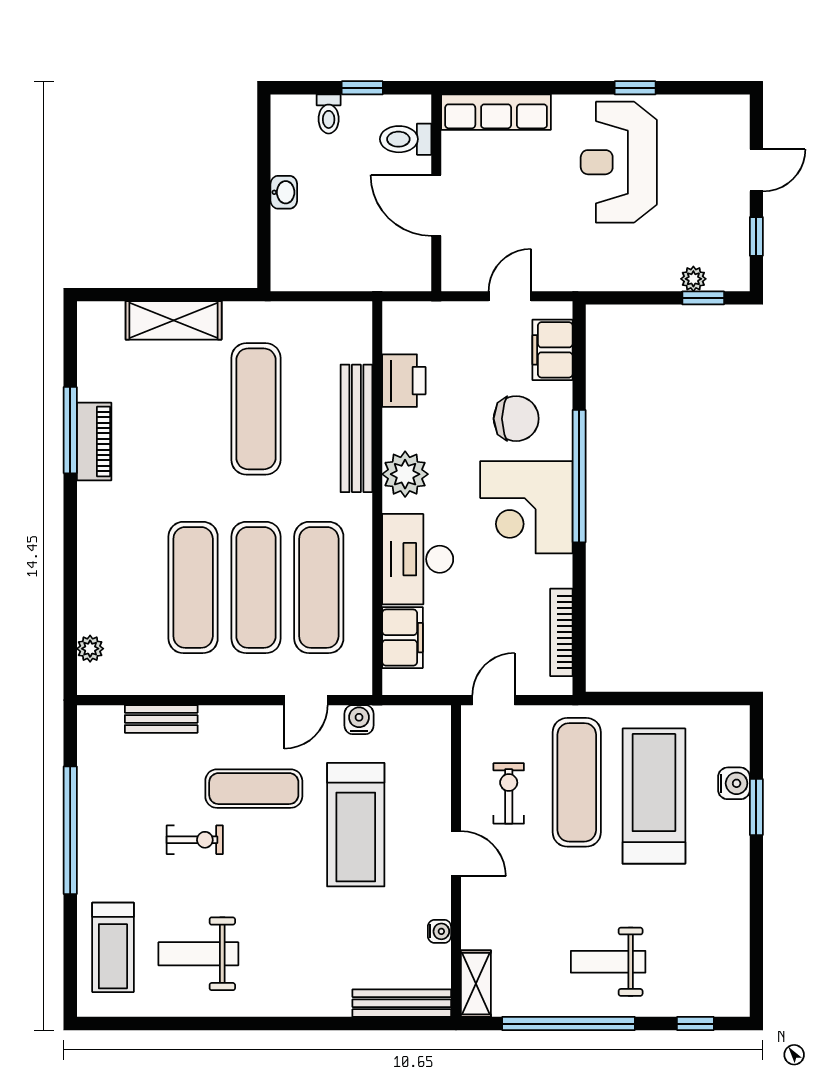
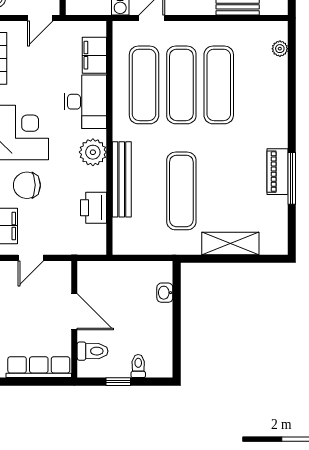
washbasin: (284, 192) -> (165, 293), moved

